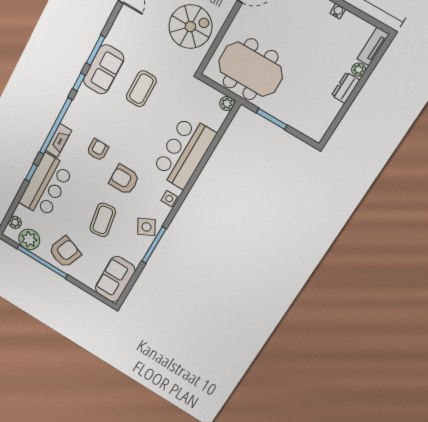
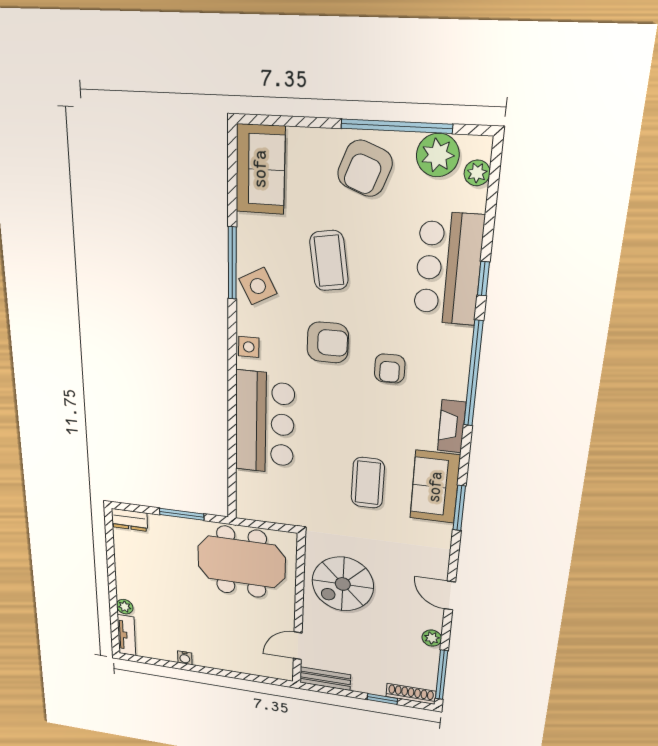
window: (79, 82) -> (465, 455), removed
dresser: (346, 88) -> (129, 520), moved, turned 90
plant: (227, 104) -> (246, 510), removed
fireplace: (59, 140) -> (452, 426), moved

